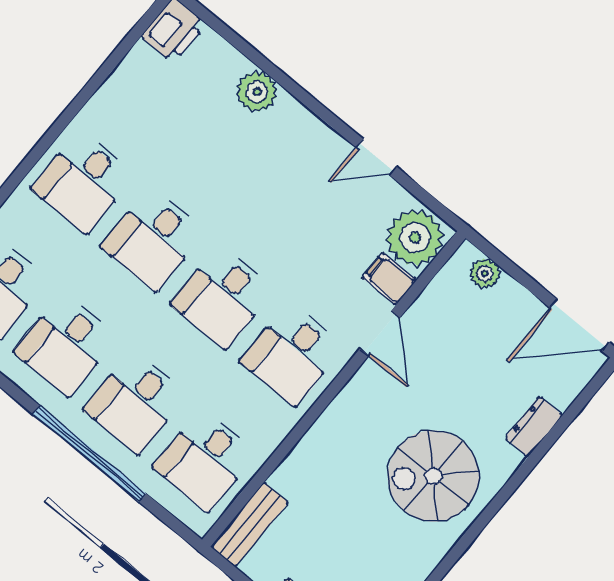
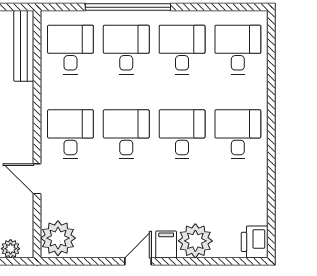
plant: (257, 92) -> (195, 241), width x1.36, depth x1.36
door: (376, 157) -> (138, 261), moved
filing cabinet: (389, 279) -> (166, 244), moved, turned -90
bench: (249, 524) -> (24, 46), width x1.36

